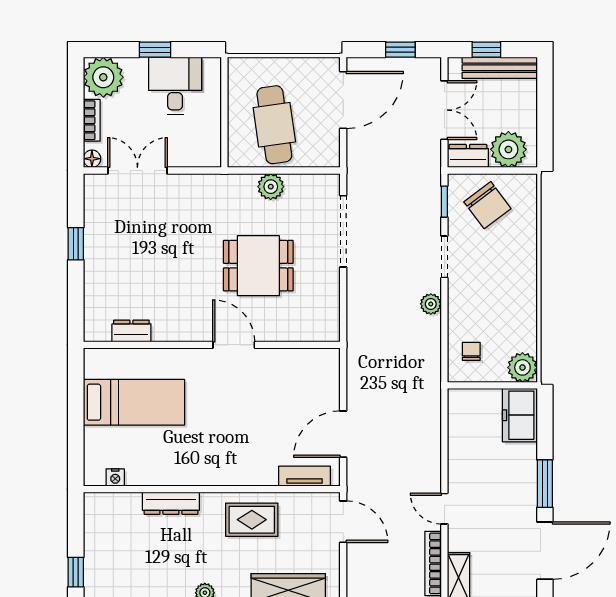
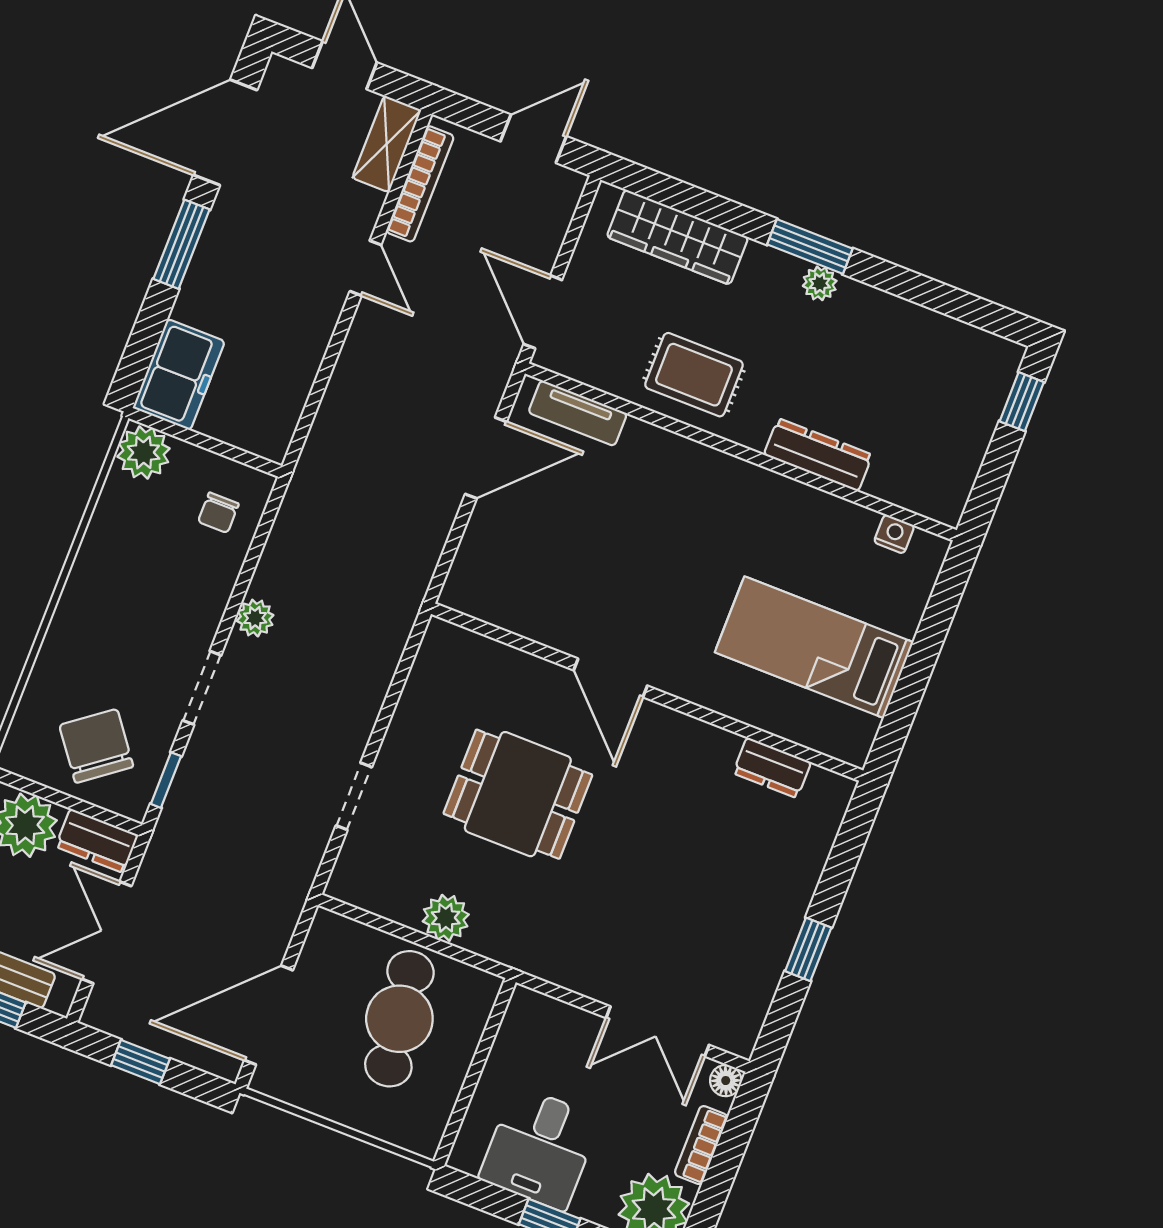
doorway: (343, 231) -> (354, 796), width x0.53

